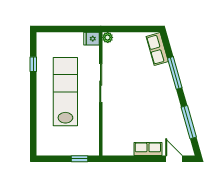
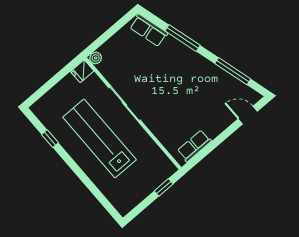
row of seats: (148, 149) -> (194, 146), moved

